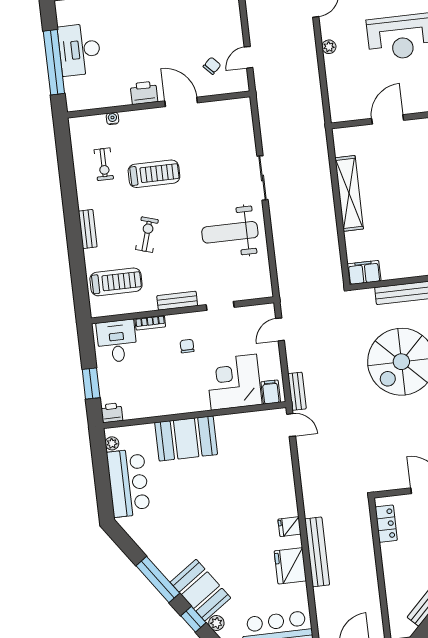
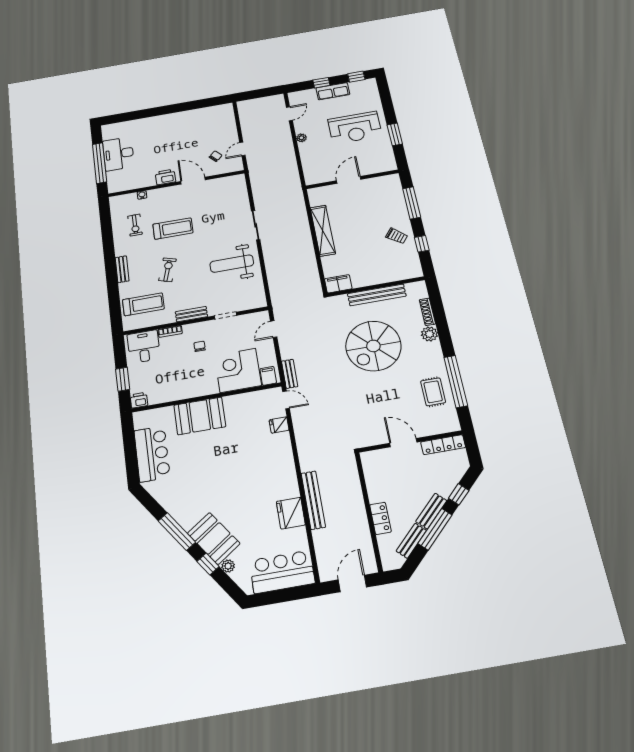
plant: (112, 443) -> (139, 424), removed
locker: (386, 524) -> (380, 518), moved
fridge: (289, 527) -> (279, 425), moved

